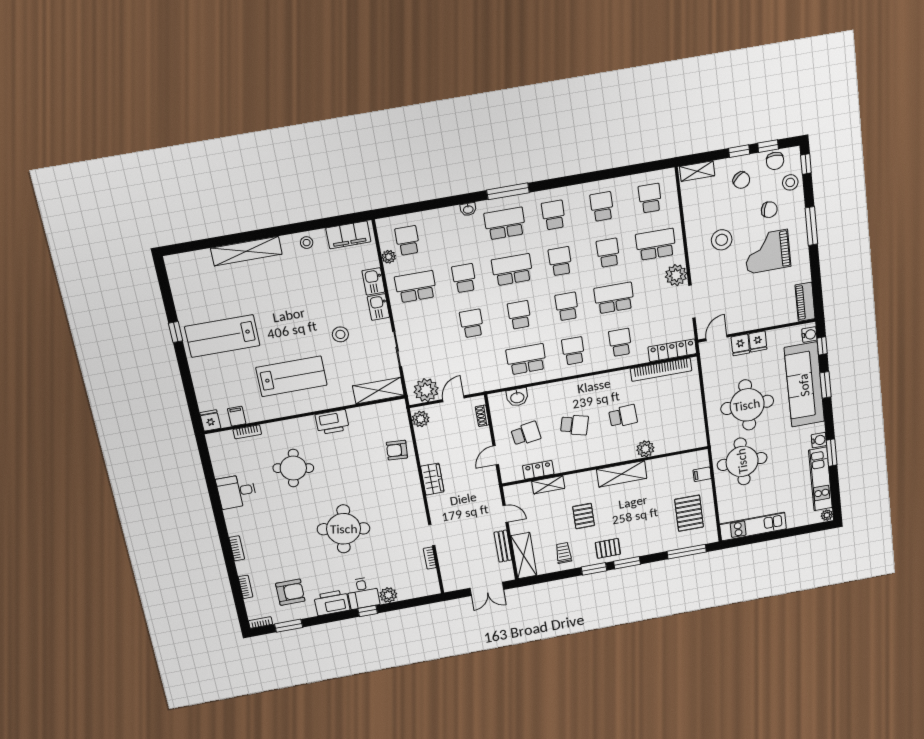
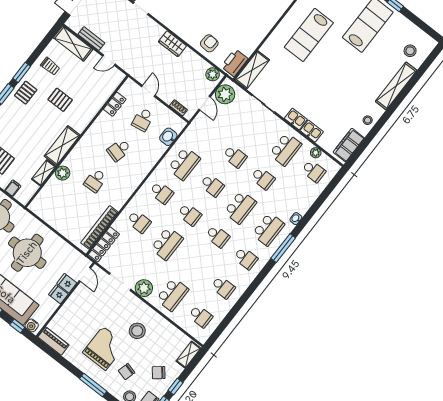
school desk: (608, 253) -> (195, 265), removed
stool: (340, 334) -> (410, 51), moved
printer: (332, 422) -> (235, 63), moved
shelving: (548, 485) -> (44, 173), moved

